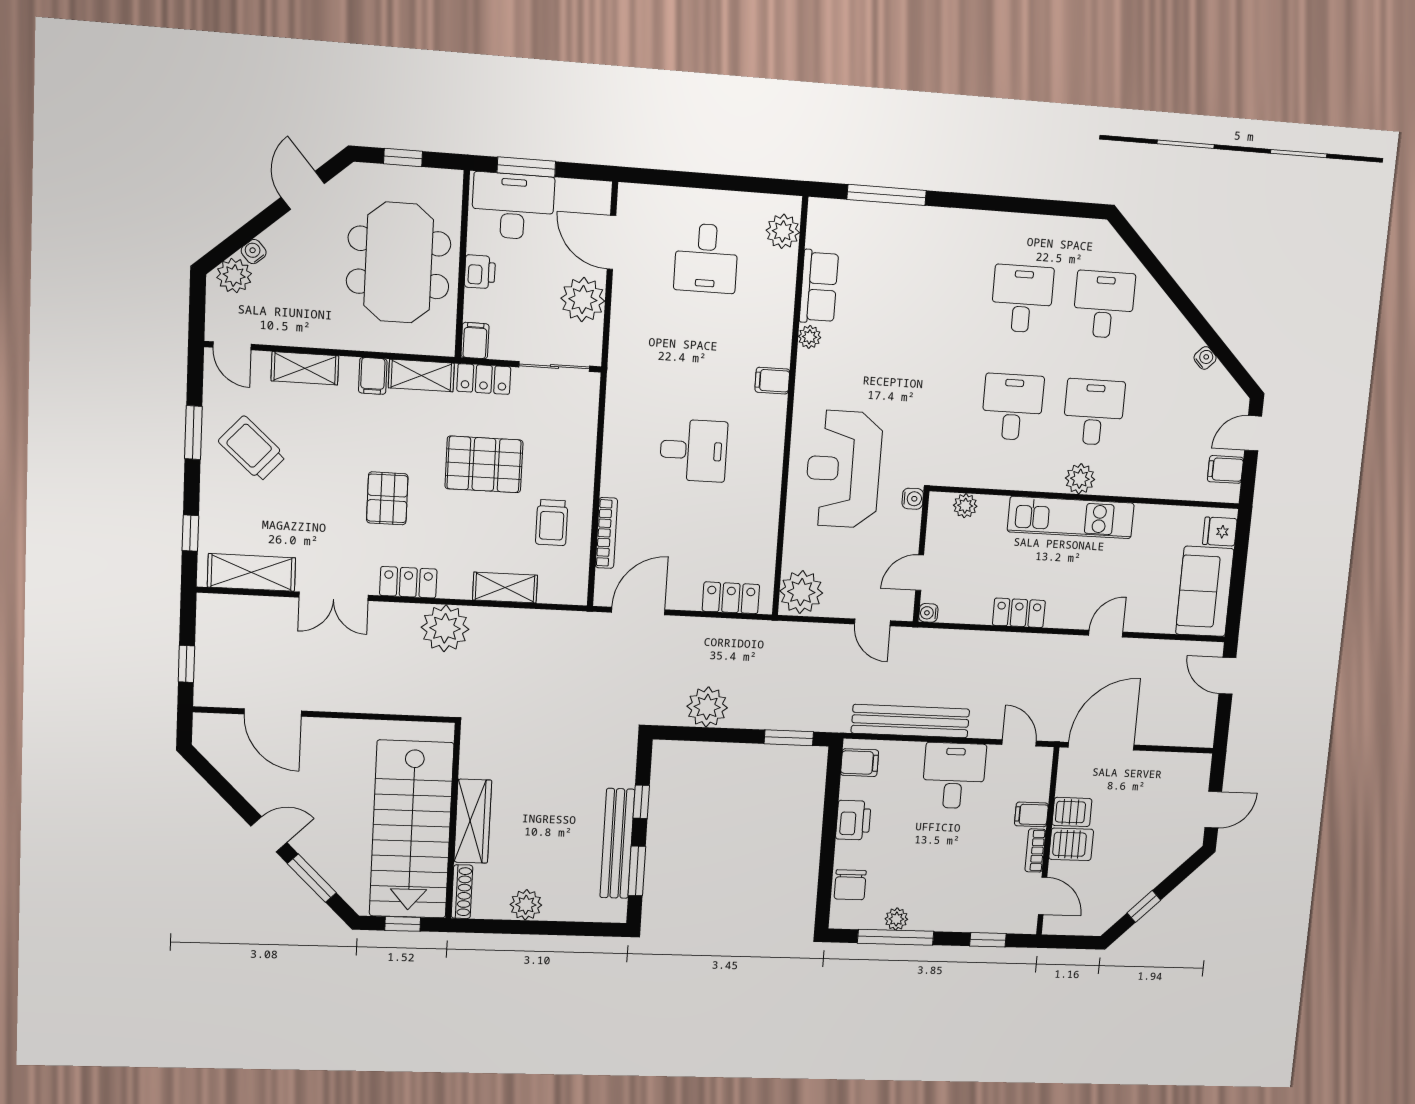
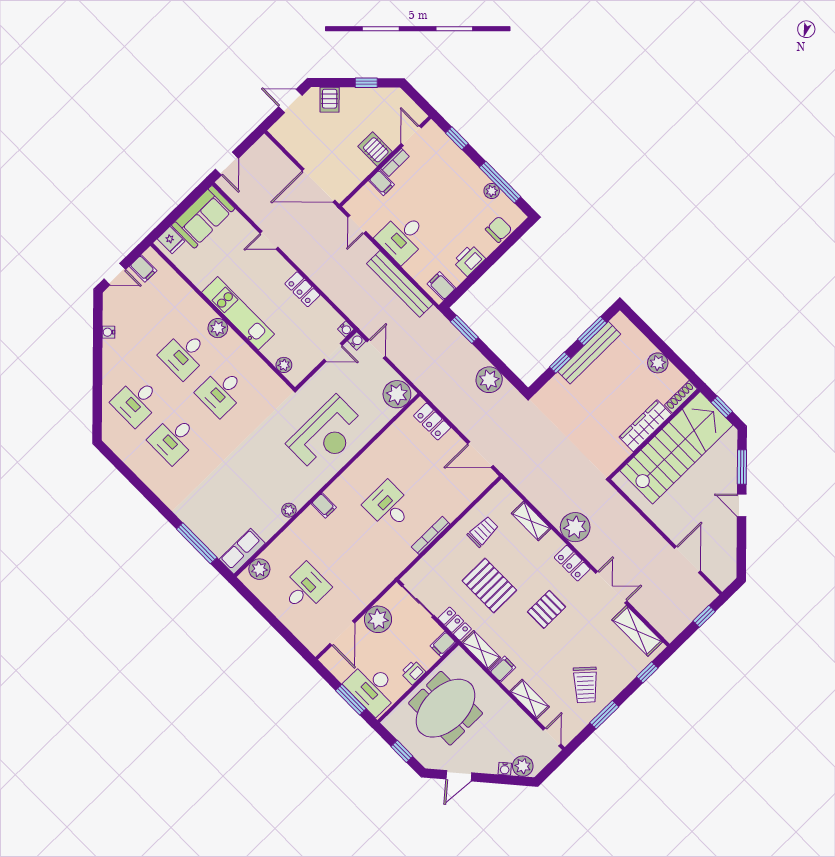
row of seats: (819, 287) -> (242, 551), moved
water cooler: (913, 499) -> (357, 341), moved, turned 90
bookcase: (606, 533) -> (431, 535), moved
server rack: (1072, 812) -> (330, 100), moved, turned -135

